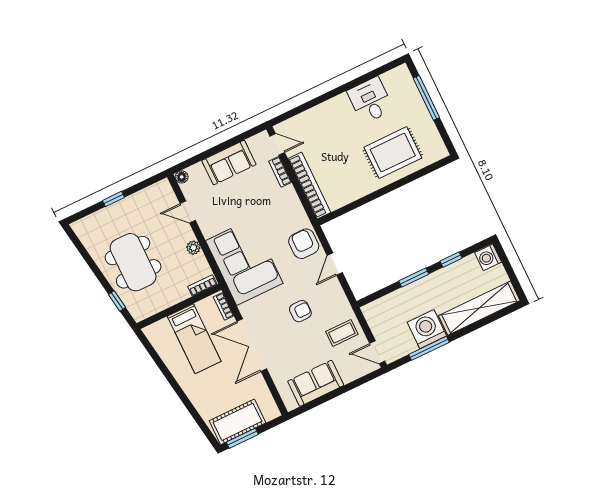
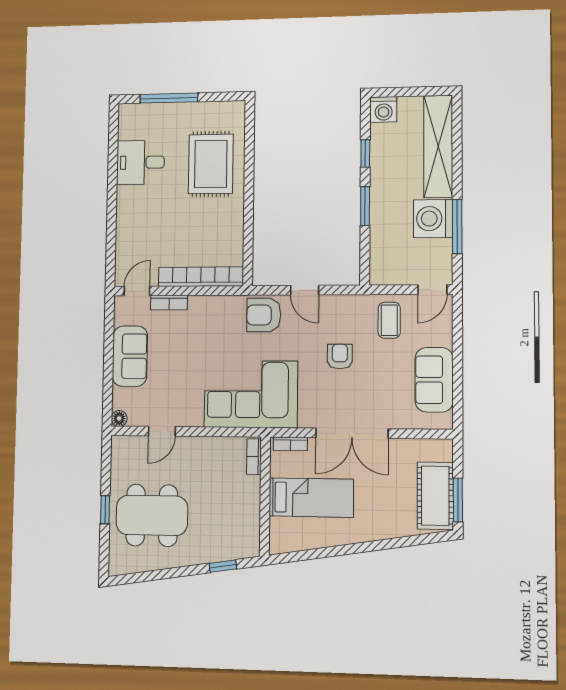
plant: (193, 248) -> (205, 445), removed
dining table: (133, 262) -> (152, 515), moved

